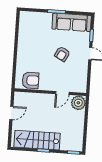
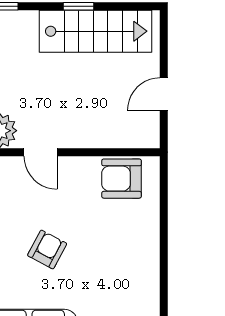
door: (62, 93) -> (41, 152), swing flipped

